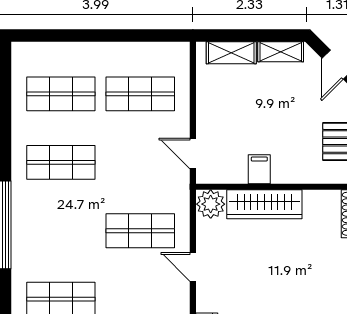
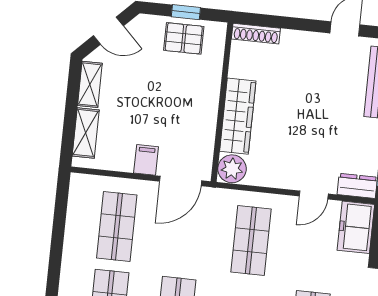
door: (193, 153) -> (181, 181), width x1.38
filing cabinet: (259, 169) -> (146, 160), moved, turned 90
door: (193, 267) -> (314, 195), moved

